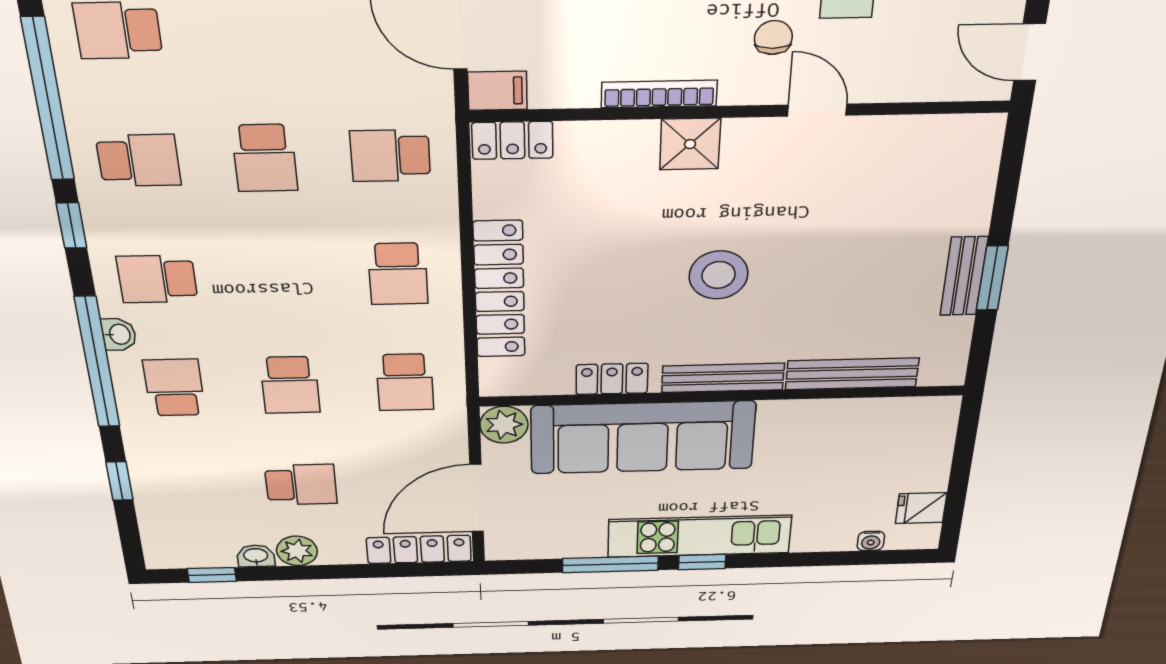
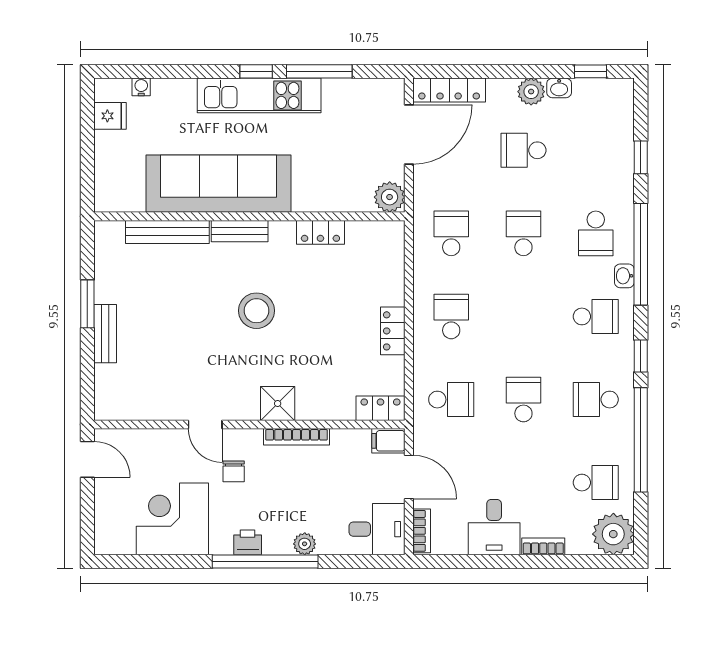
bench: (964, 276) -> (105, 334), moved
locker: (499, 290) -> (393, 331), width x0.46, depth x0.83
bench: (723, 378) -> (240, 231), width x0.73
sofa: (643, 437) -> (218, 184), moved

